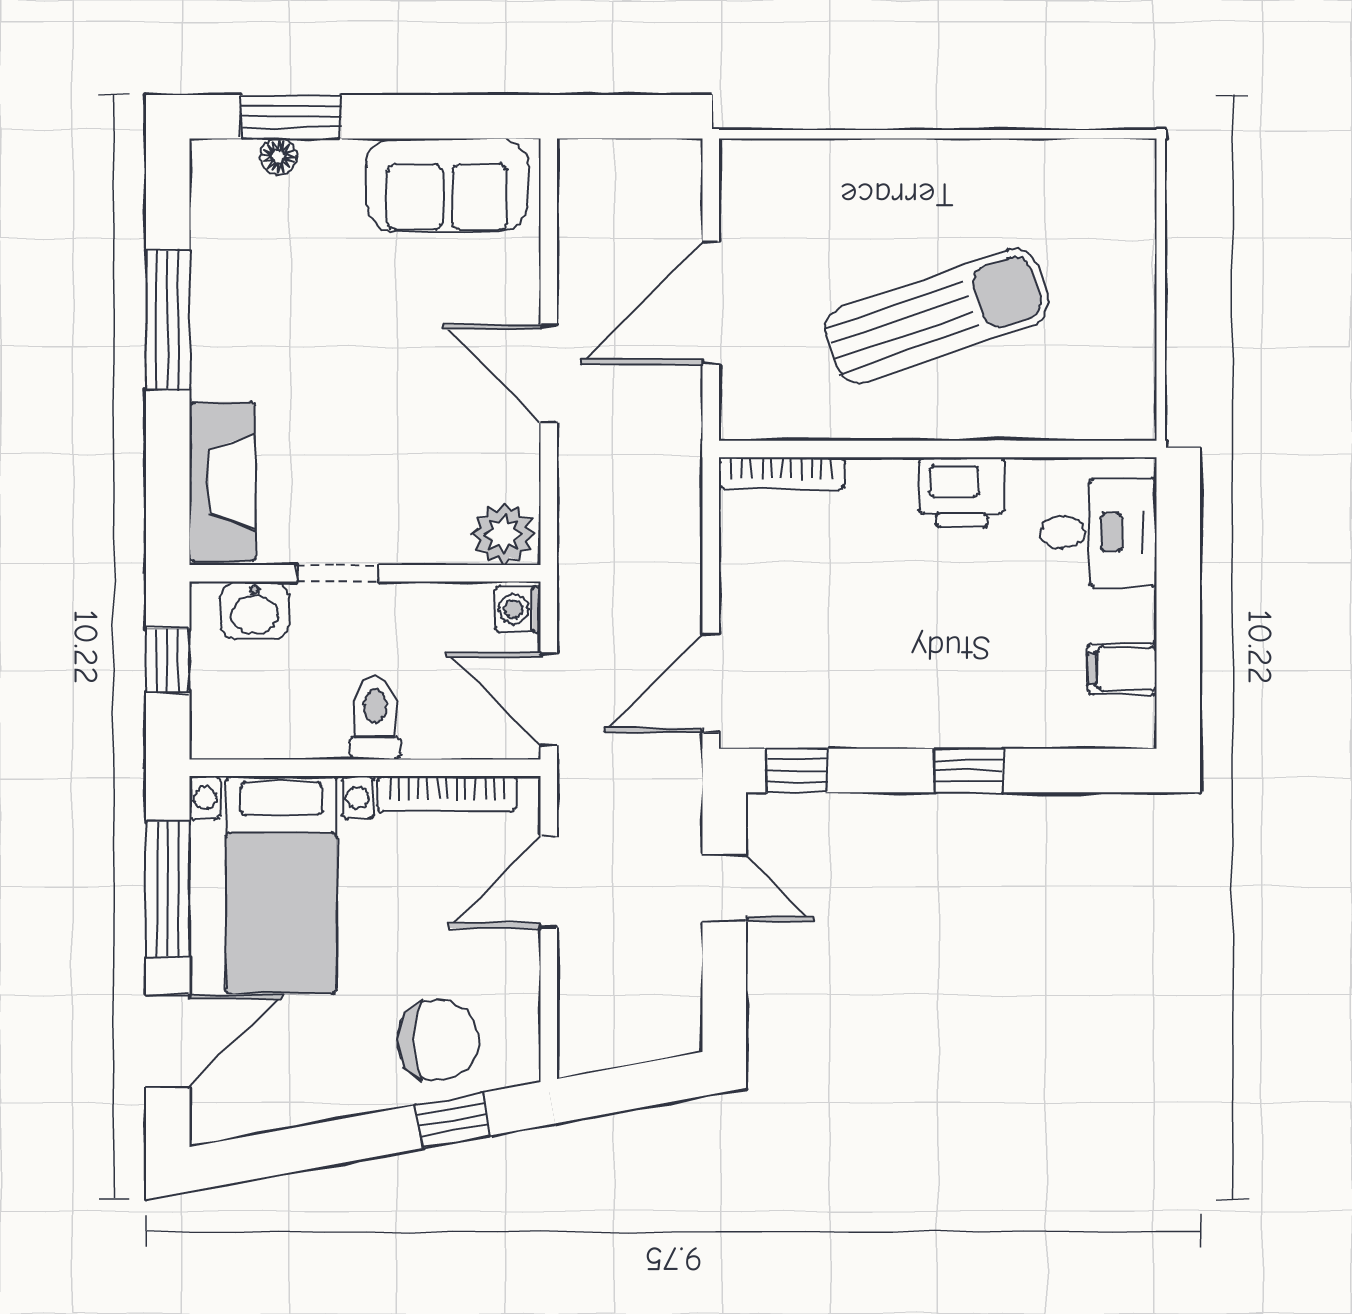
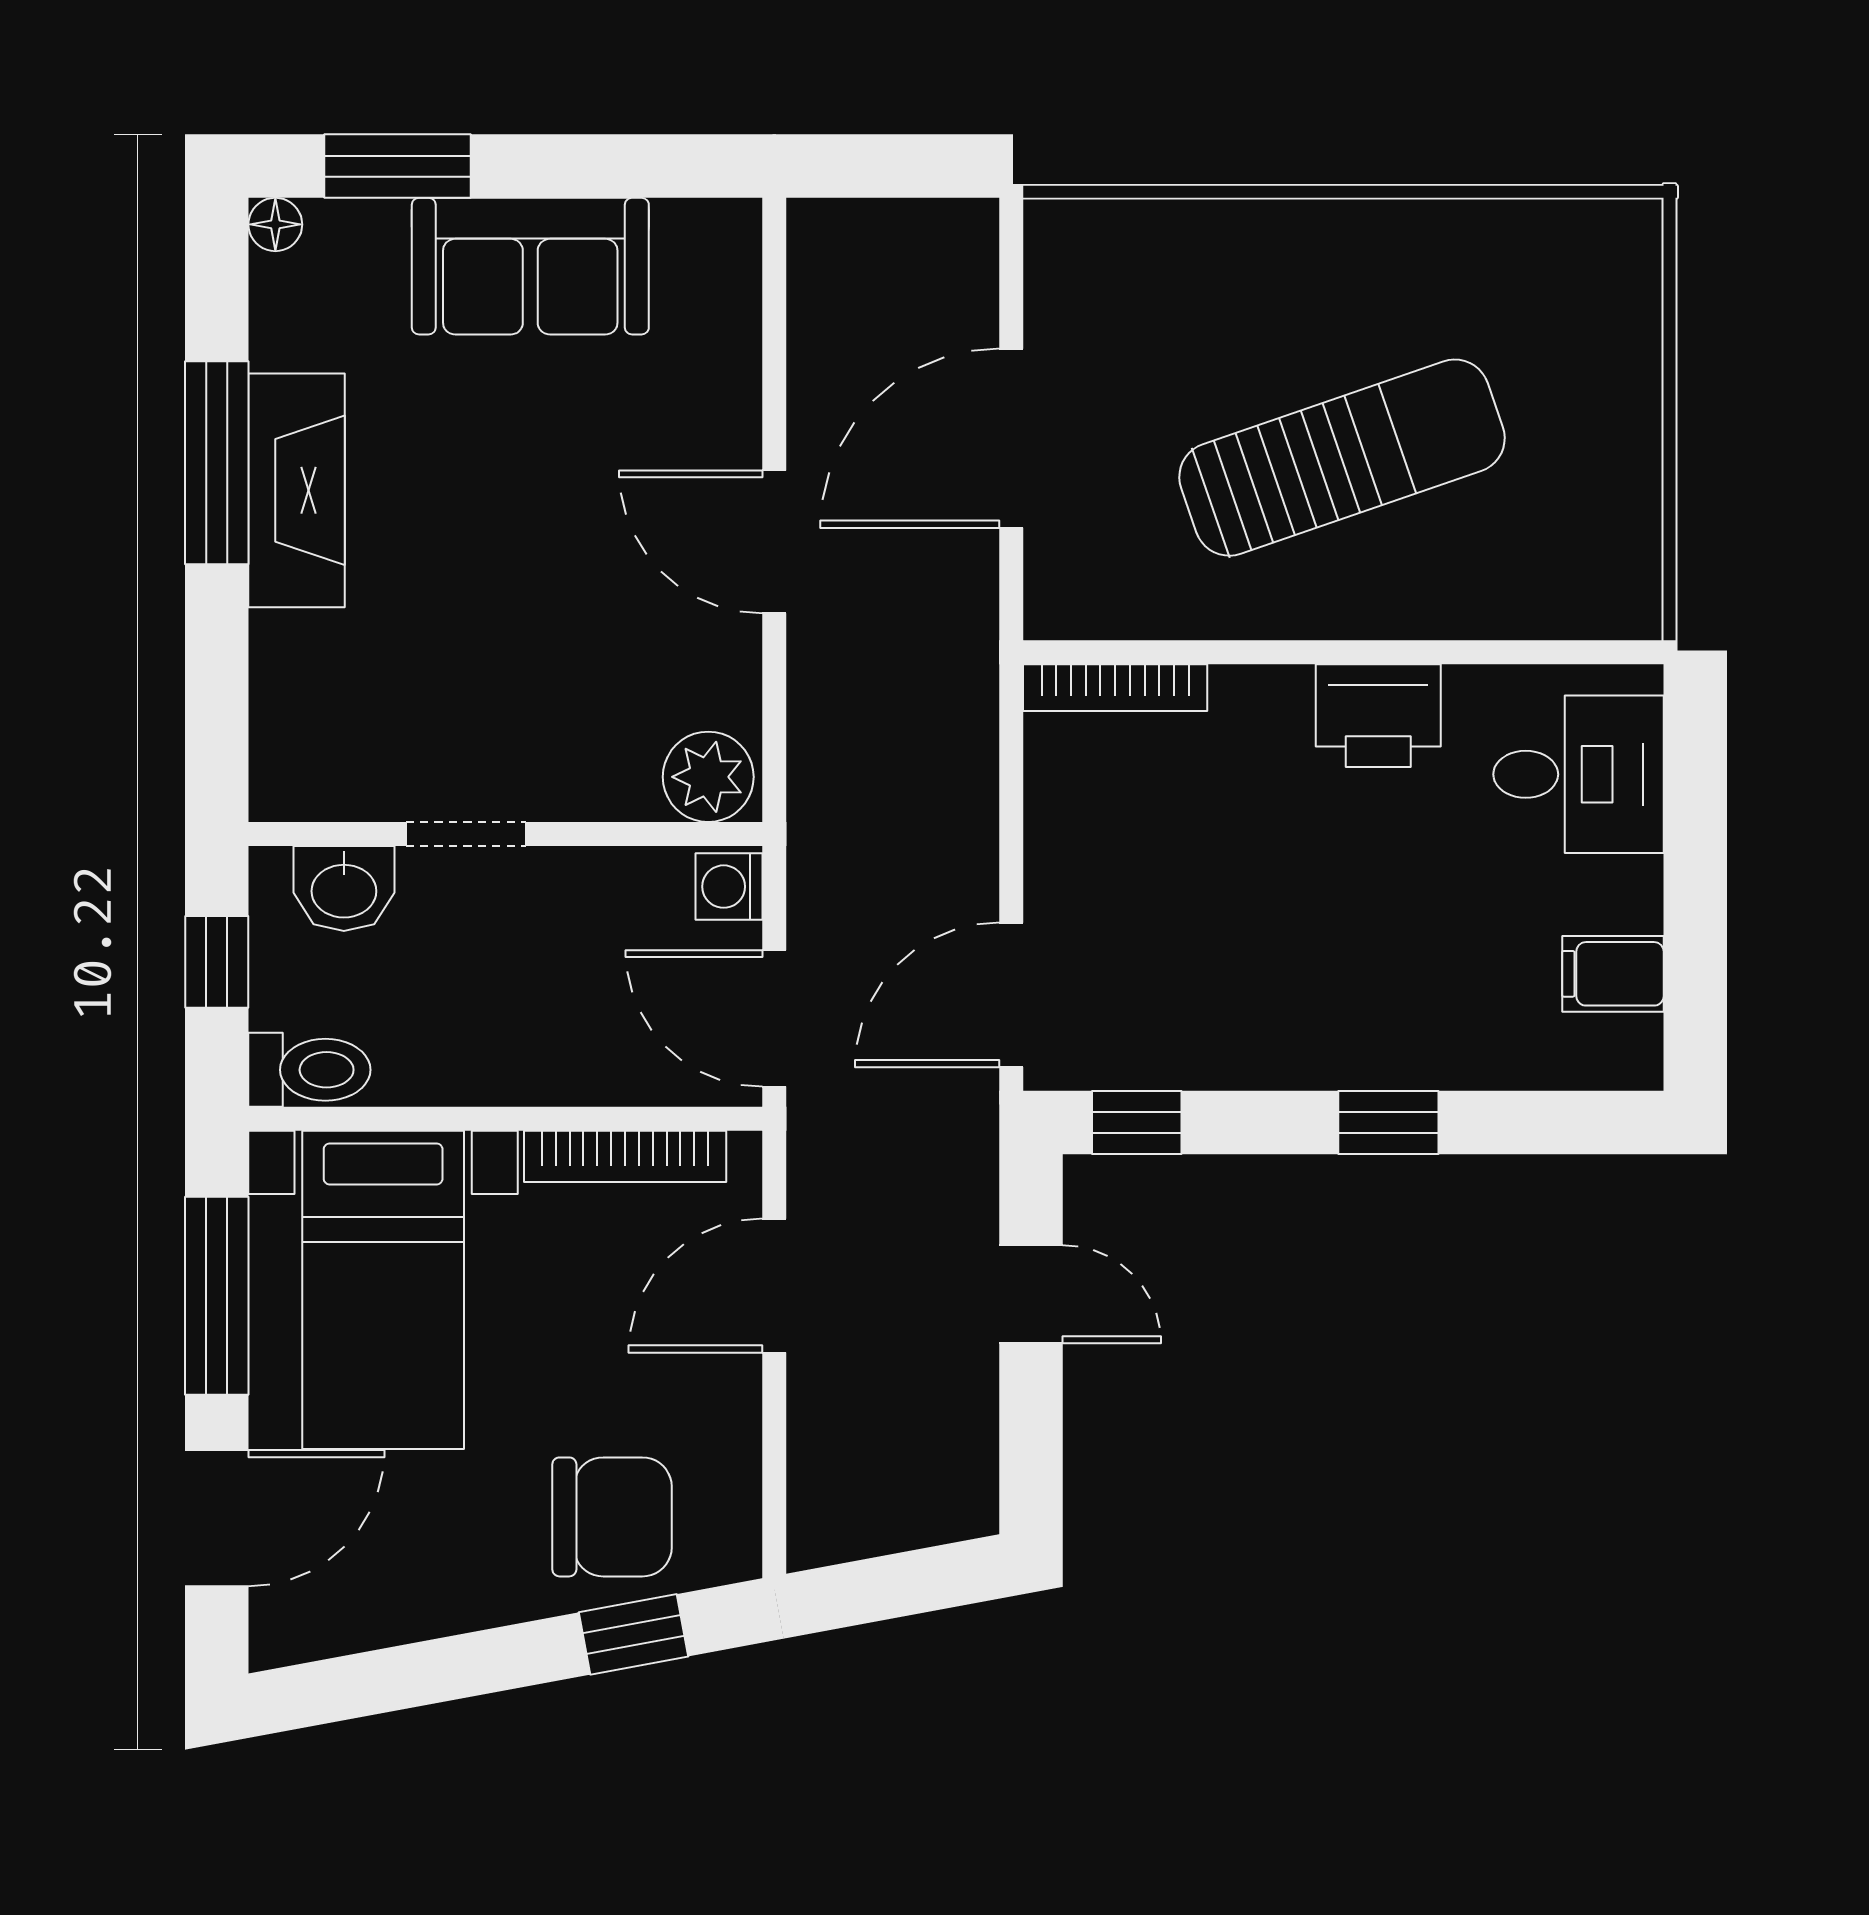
floor lamp: (278, 157) -> (275, 224), moved
sofa: (447, 185) -> (530, 266), moved
fireplace: (222, 482) -> (297, 490), moved
toilet: (375, 718) -> (309, 1070), moved, turned 90

